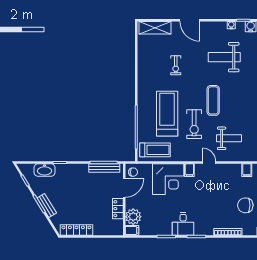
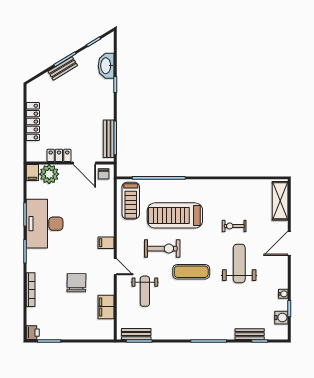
weight bench: (224, 57) -> (239, 263), moved
treadmill: (167, 114) -> (175, 215), turned 180
exercise bike: (194, 124) -> (162, 249), turned 180
door: (209, 163) -> (115, 267), hinge flipped
filing cabinet: (247, 170) -> (106, 307), width x2.00
corner desk: (168, 179) -> (95, 217), removed
chair: (245, 205) -> (76, 283), moved
desk: (183, 224) -> (45, 224), width x1.87, depth x1.30
locker: (76, 230) -> (33, 122), moved

